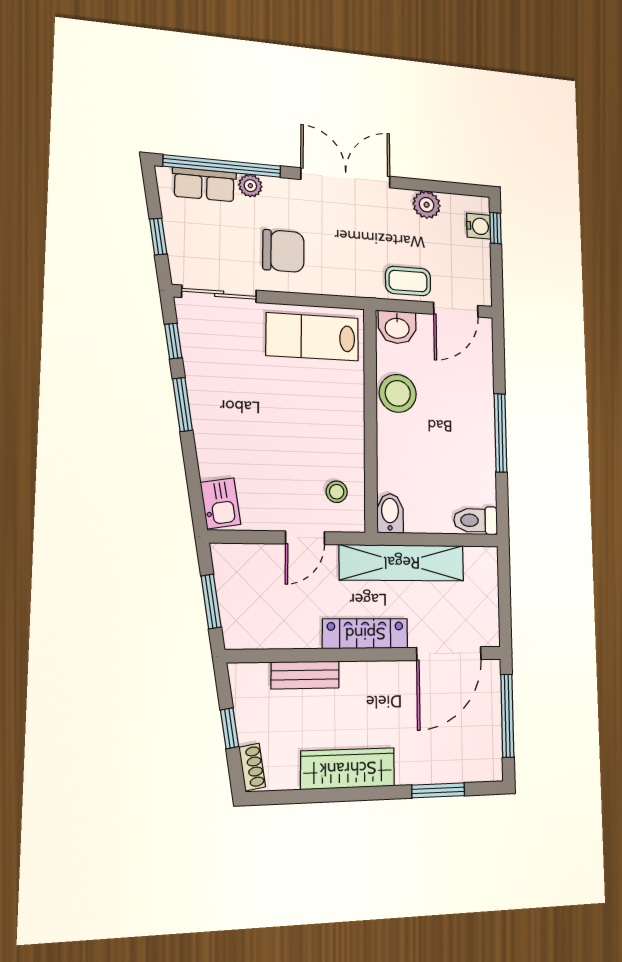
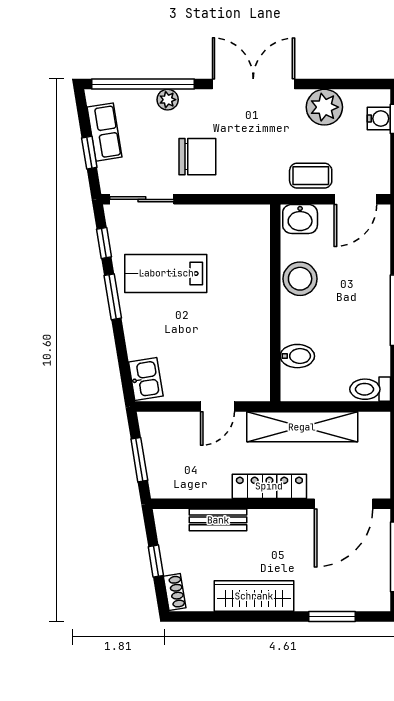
row of seats: (204, 184) -> (104, 132), moved, turned -99
plant: (427, 205) -> (324, 107), width x1.36, depth x1.36
lab bench: (312, 337) -> (166, 273), moved
stool: (337, 492) -> (245, 367), removed
bidet: (390, 513) -> (297, 356), moved, turned 90

